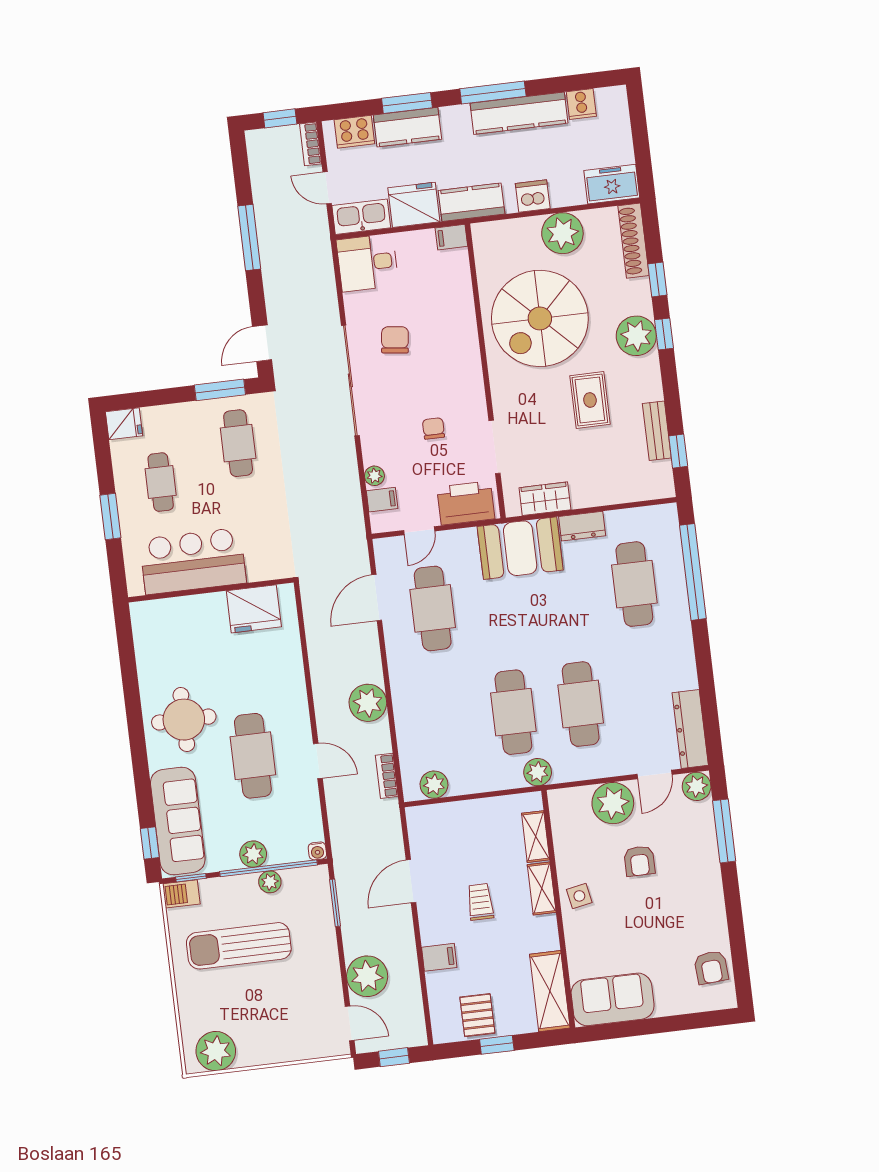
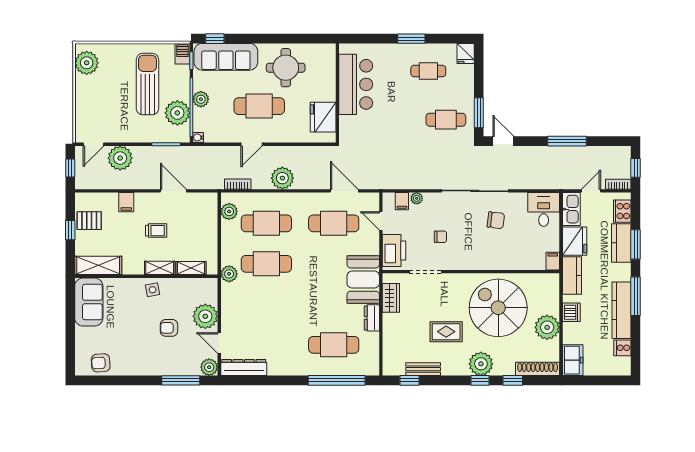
bar counter: (193, 561) -> (356, 84), moved
wall: (211, 590) -> (337, 93), moved
fridge: (254, 609) -> (323, 117), moved
cafe table: (581, 704) -> (266, 223), moved
plant: (270, 882) -> (177, 113), width x1.88, depth x1.88

